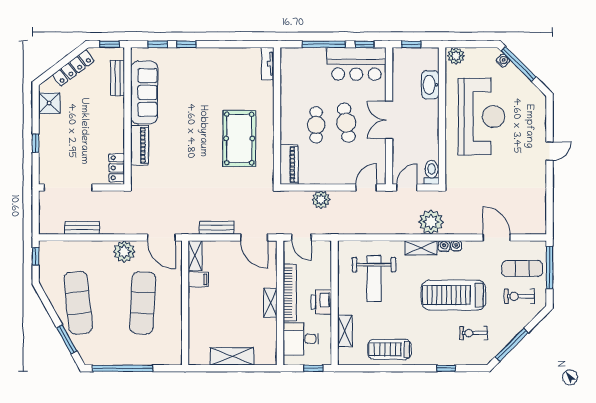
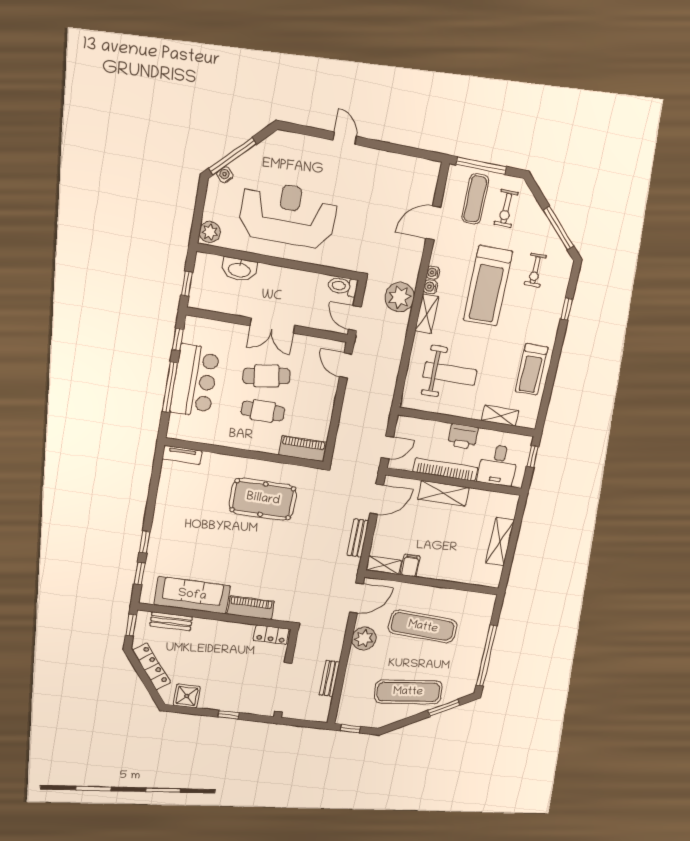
bar counter: (356, 64) -> (195, 381), moved
plant: (321, 200) -> (349, 419), removed
shelving: (270, 303) -> (443, 493), width x1.50, depth x1.33

